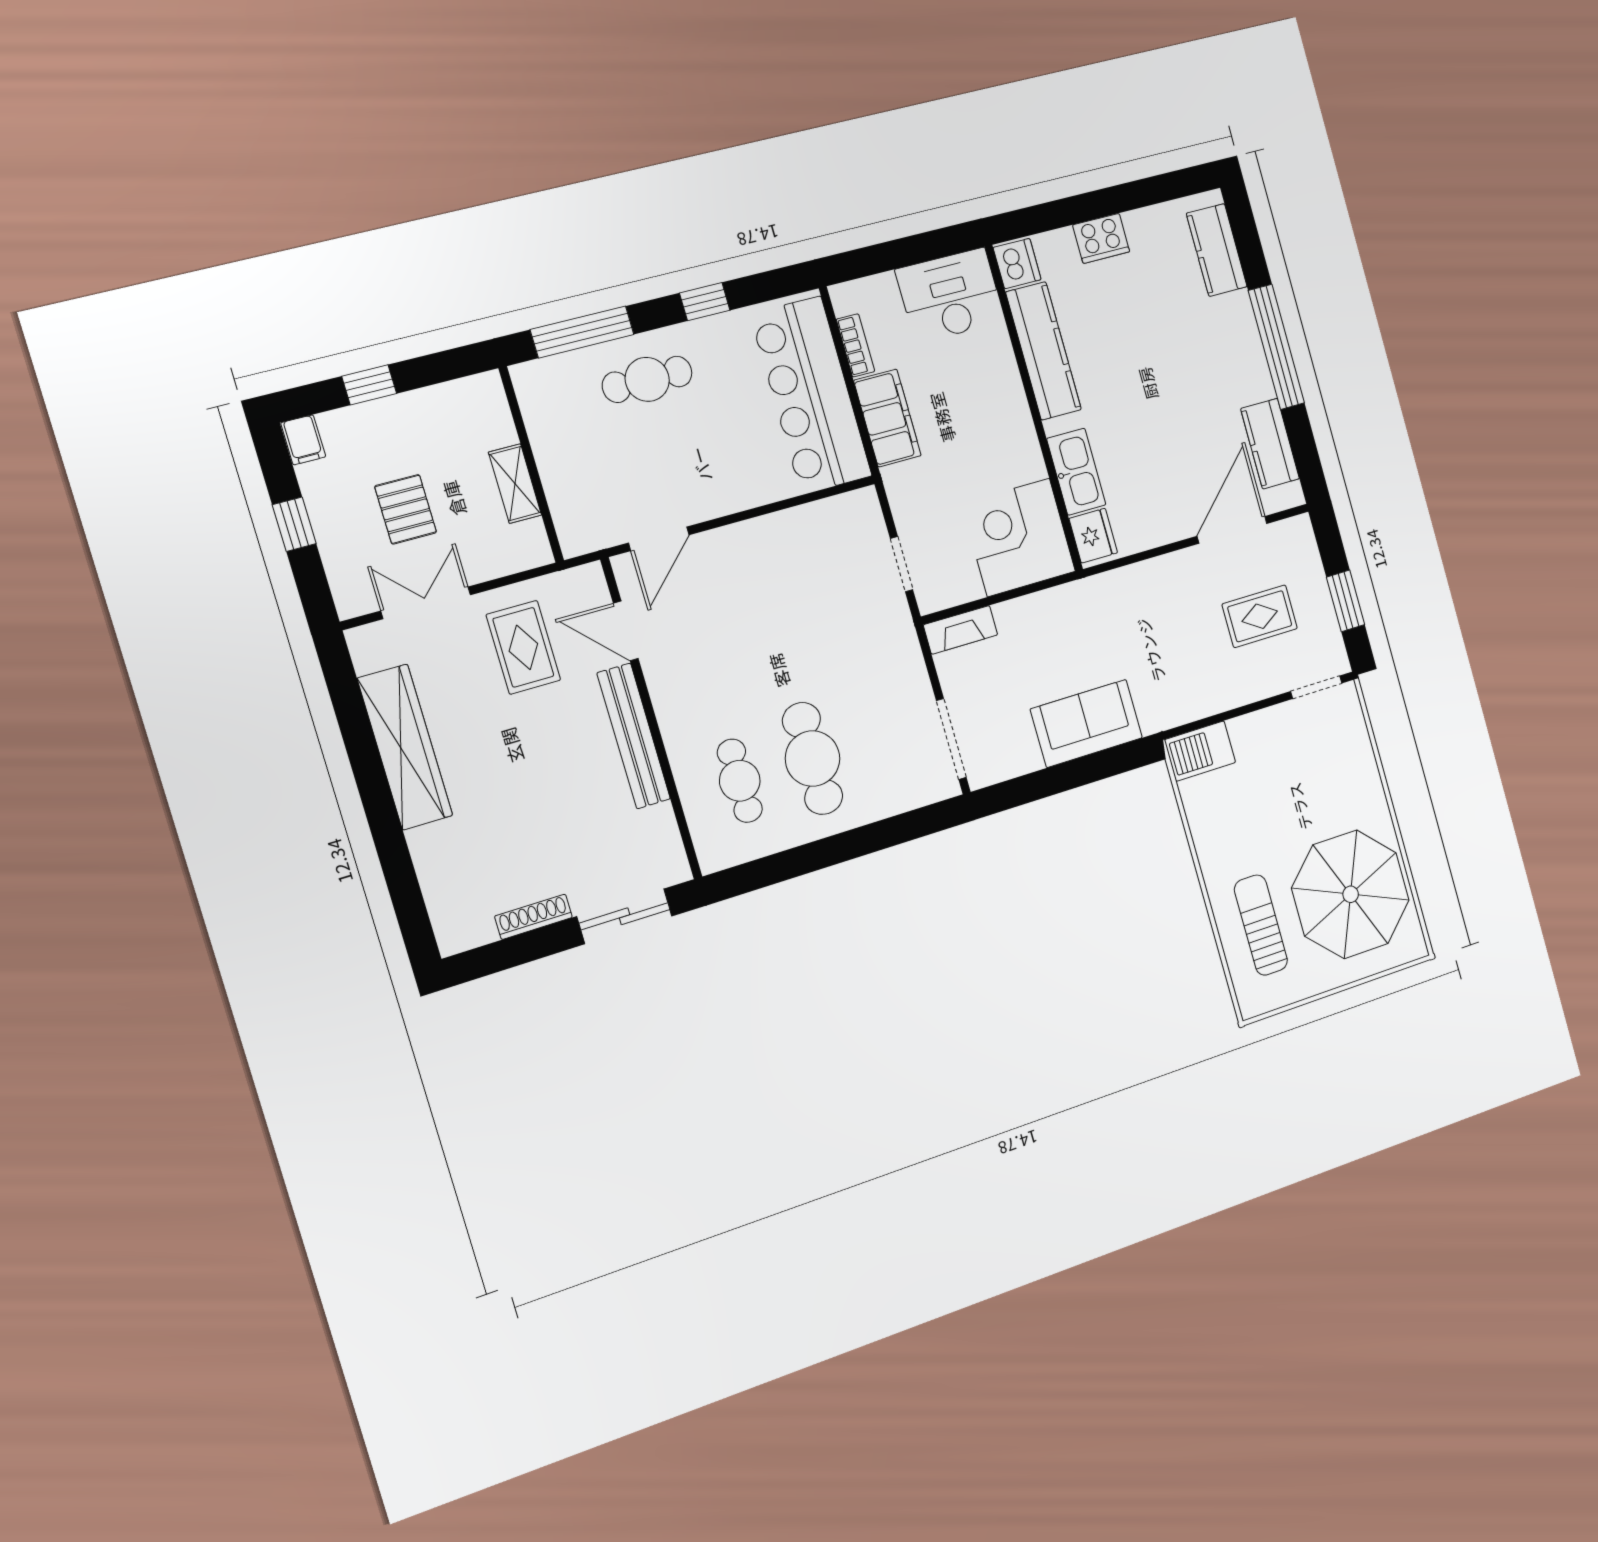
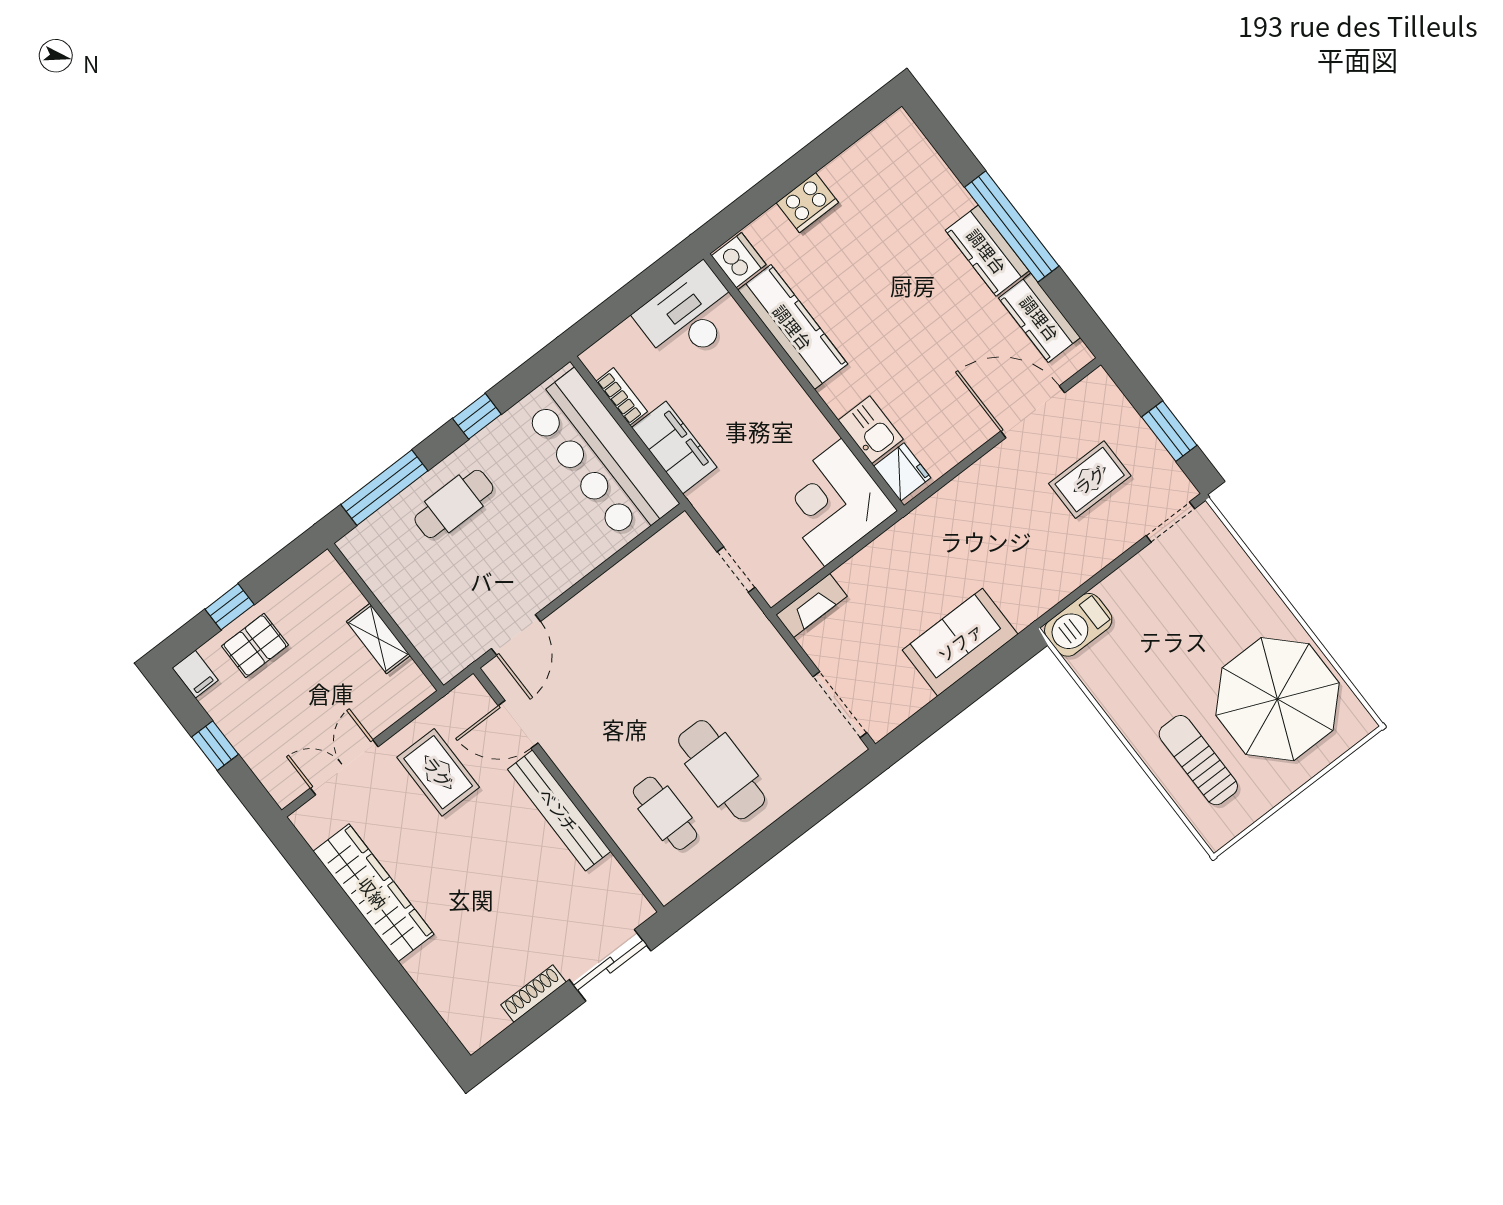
kitchen counter: (1217, 250) -> (987, 251), moved
kitchen sink: (1076, 472) -> (871, 430), width x0.73
pallet: (406, 509) -> (255, 645), moved, turned 90
door: (1232, 530) -> (1033, 412), hinge flipped

